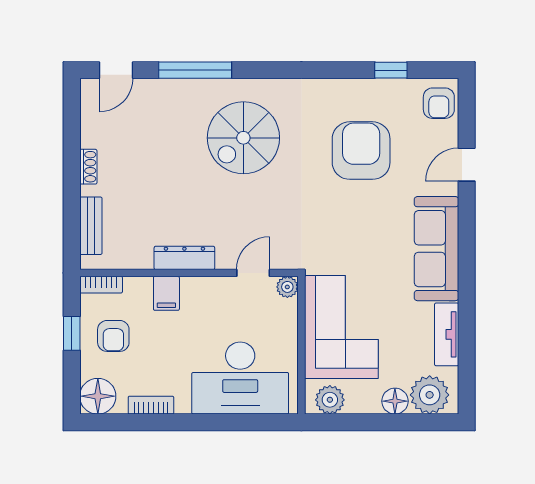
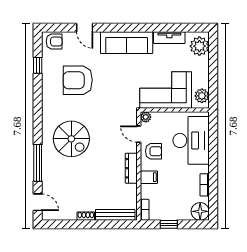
bench: (91, 226) -> (115, 215), width x1.36
armchair: (113, 336) -> (153, 151), moved
floor lamp: (395, 401) -> (203, 63), removed

